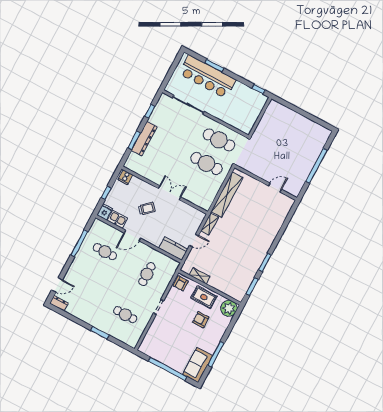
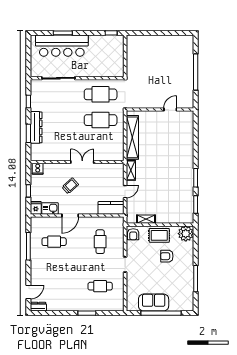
sofa: (198, 365) -> (154, 303), moved, turned 90

